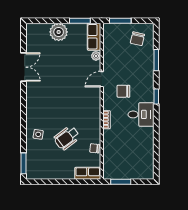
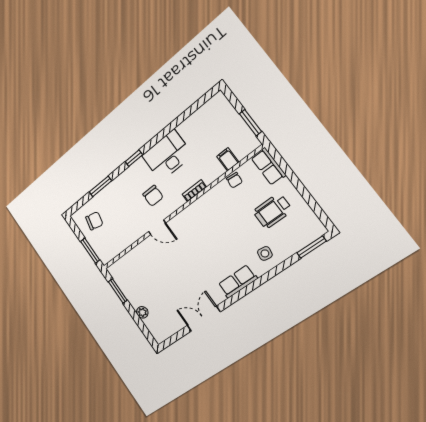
plant: (59, 32) -> (142, 312), width x0.53, depth x0.53
row of seats: (94, 37) -> (238, 281), moved, turned 180
plant: (96, 56) -> (139, 250), removed
desk: (141, 114) -> (167, 155), width x1.37
wheelchair: (67, 138) -> (273, 211), moved, turned 127
filing cabinet: (110, 153) -> (228, 159), added

